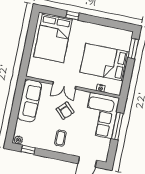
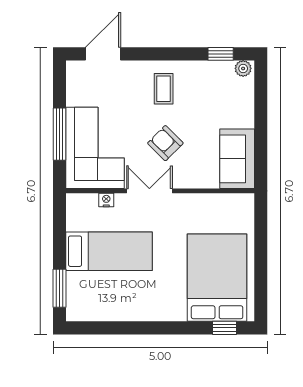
window: (73, 15) -> (225, 328), moved
bed: (105, 62) -> (109, 251), width x0.67
double door: (64, 85) -> (149, 191), moved
sofa: (30, 101) -> (237, 159), width x0.73

